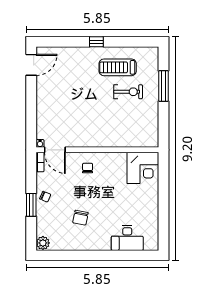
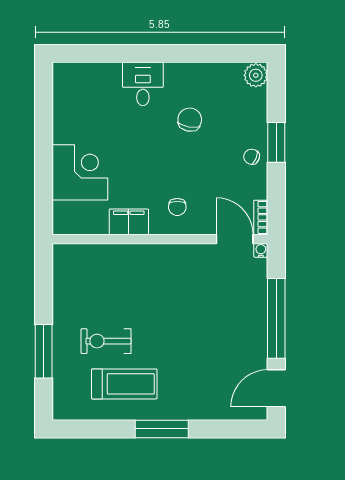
window: (96, 42) -> (162, 429), width x2.17
window: (31, 105) -> (276, 318), added
filing cabinet: (115, 160) -> (129, 222), added
corner desk: (143, 168) -> (80, 172), moved, turned 90
desk: (127, 238) -> (143, 84), moved, width x0.73

